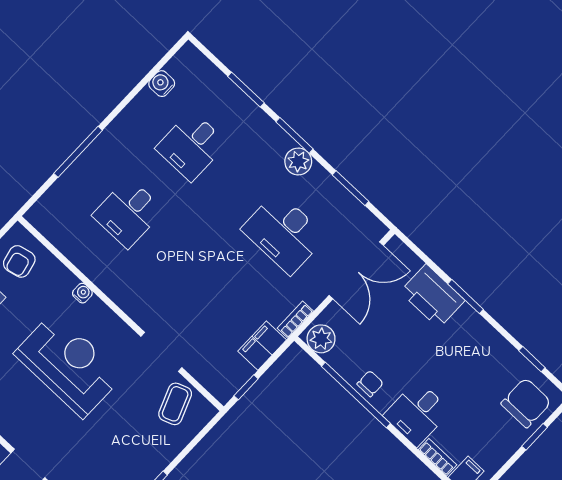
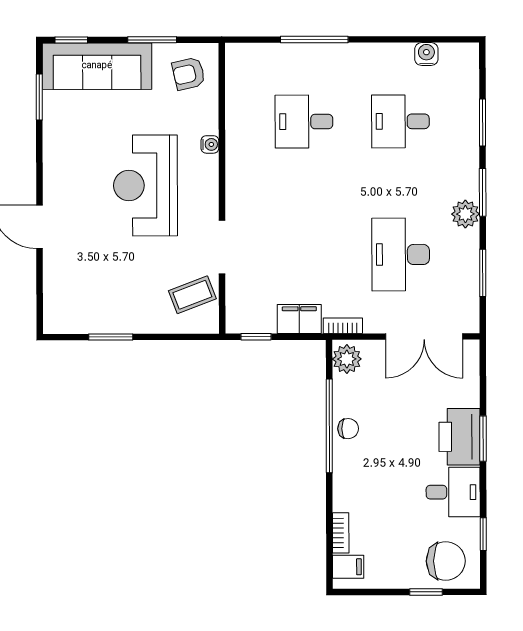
printer: (432, 296) -> (460, 437), moved
reception desk: (69, 365) -> (145, 185), turned 180
desk: (417, 413) -> (453, 492), moved, turned 180

